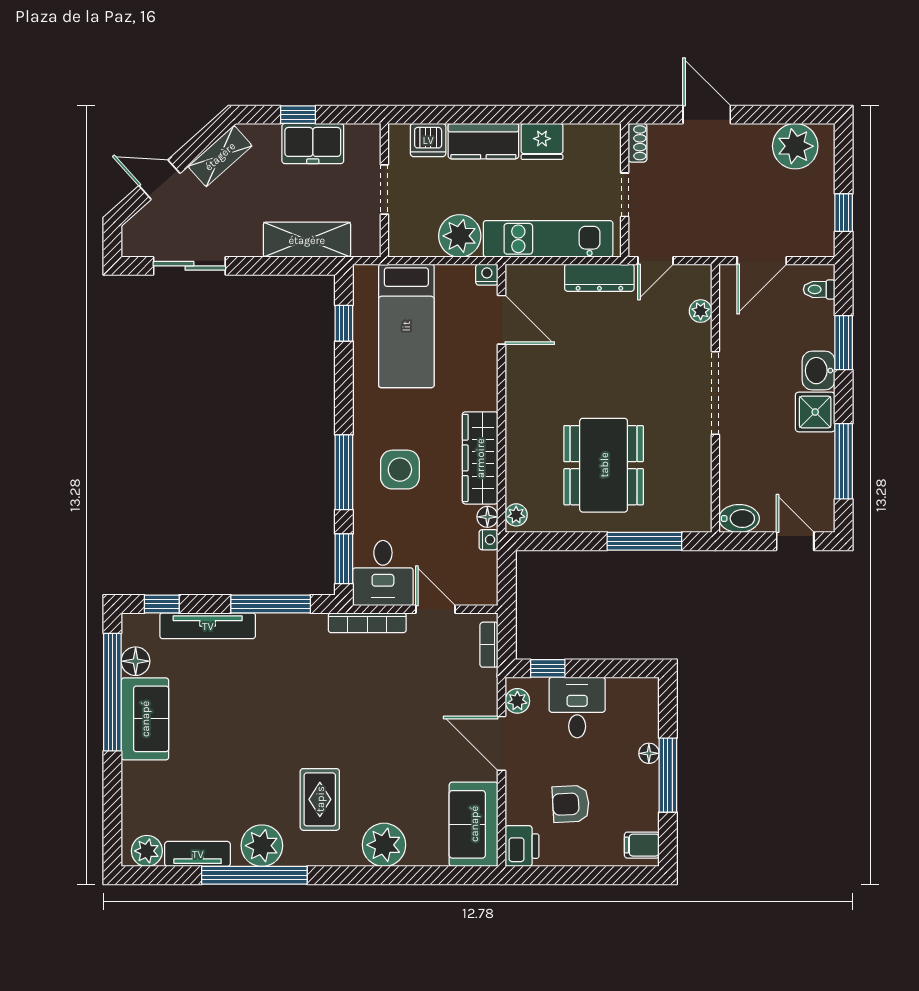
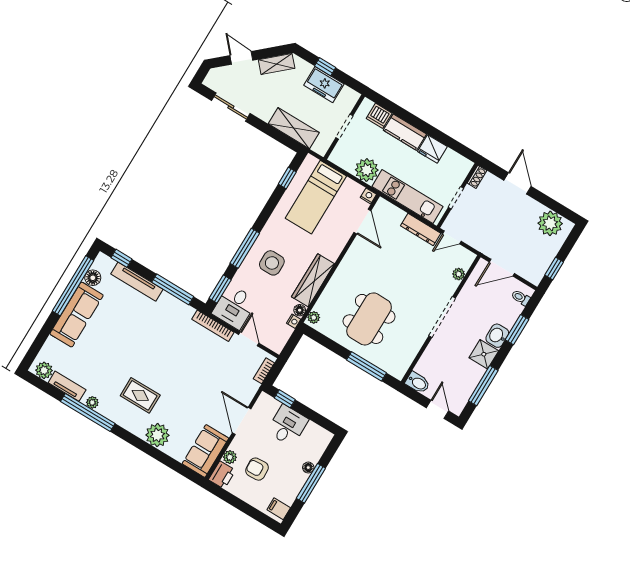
plant: (517, 701) -> (230, 457), moved
sofa: (145, 719) -> (77, 315), width x1.36
rug: (320, 799) -> (140, 395), turned 90
plant: (262, 846) -> (92, 402), width x0.53, depth x0.53

